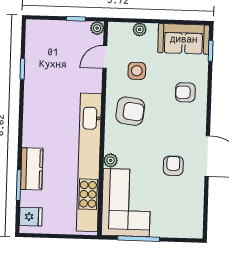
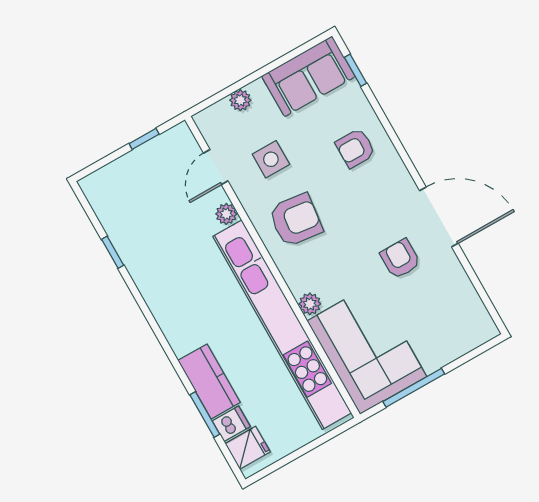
plant: (97, 28) -> (226, 214), moved
dishwasher: (30, 199) -> (231, 424), added

